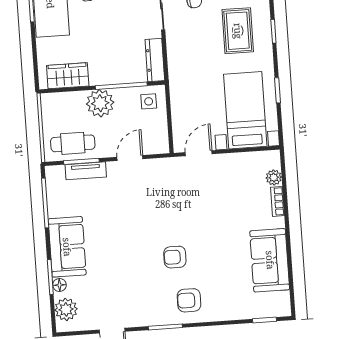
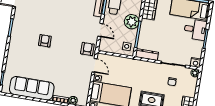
sofa: (270, 260) -> (32, 88), width x1.36
armchair: (189, 300) -> (87, 49), moved

